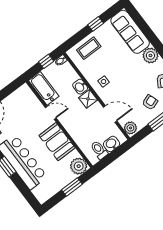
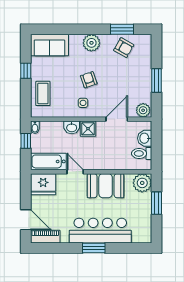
sofa: (130, 32) -> (49, 45), width x0.73
fridge: (25, 97) -> (43, 184), added
armchair: (150, 102) -> (89, 80), moved
door: (51, 113) -> (75, 172), hinge flipped

